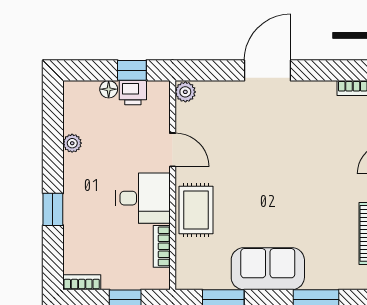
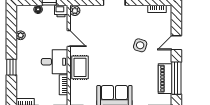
printer: (133, 93) -> (61, 11), moved
side table: (321, 164) -> (140, 45), added

